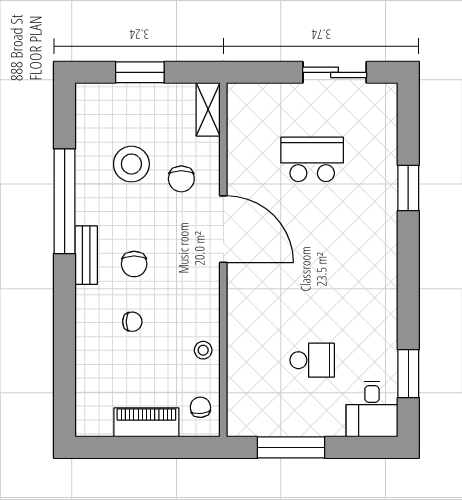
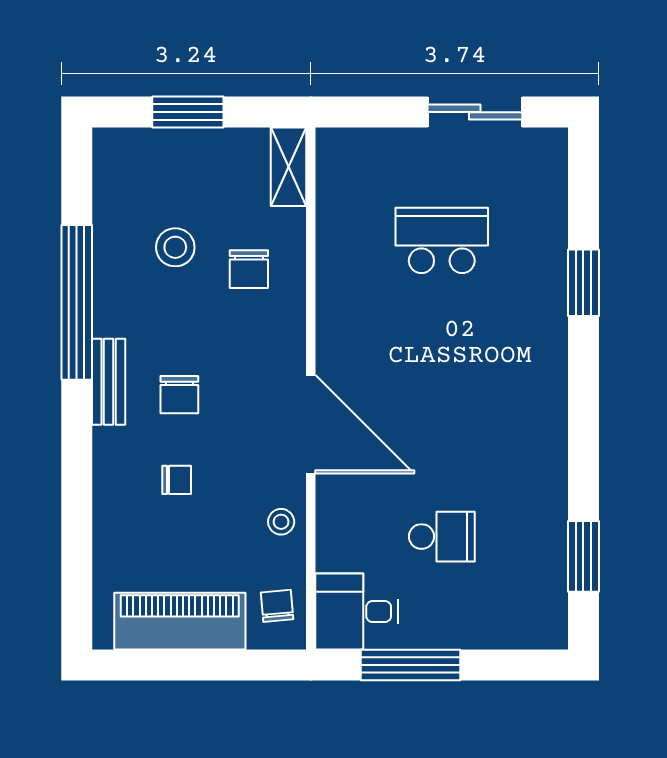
stool: (131, 164) -> (175, 247), width x0.73, depth x0.73
door: (223, 229) -> (311, 424), moved
desk: (372, 409) -> (356, 612), moved, turned 90
piano: (146, 422) -> (180, 621), width x1.37, depth x1.33

